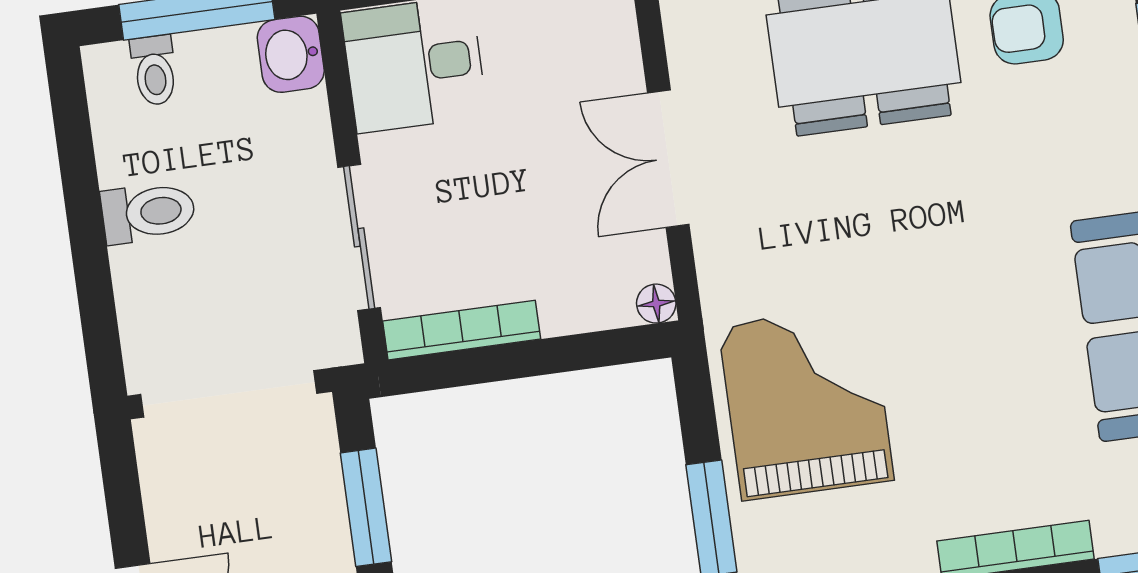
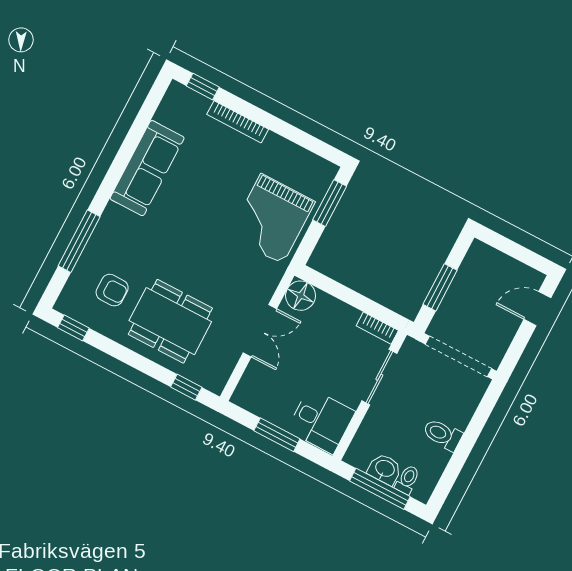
washbasin: (291, 54) -> (385, 469), moved, turned -90
floor lamp: (656, 304) -> (301, 296), width x1.89, depth x1.89
bookcase: (462, 330) -> (377, 328), width x0.64

